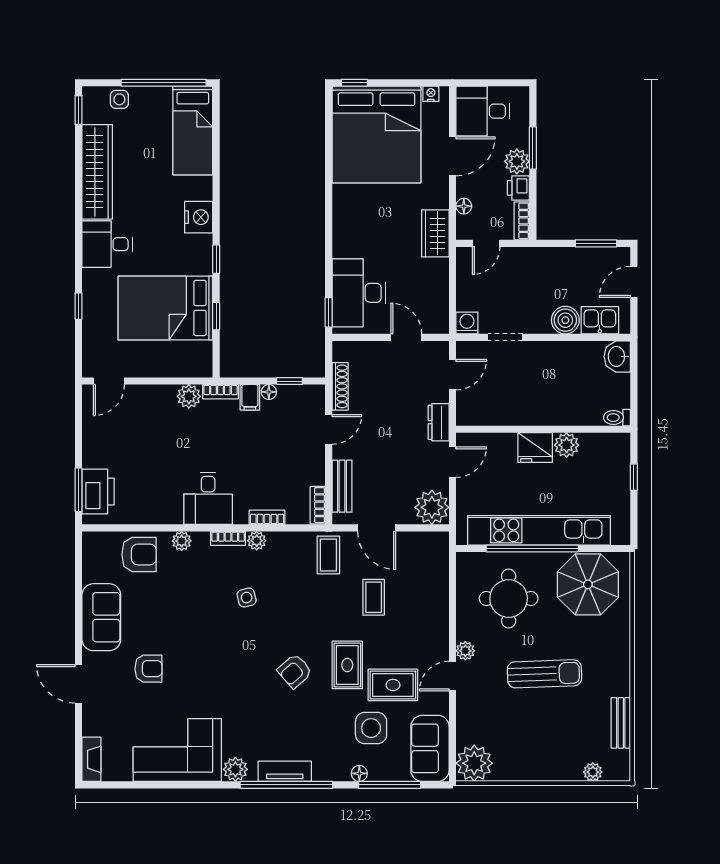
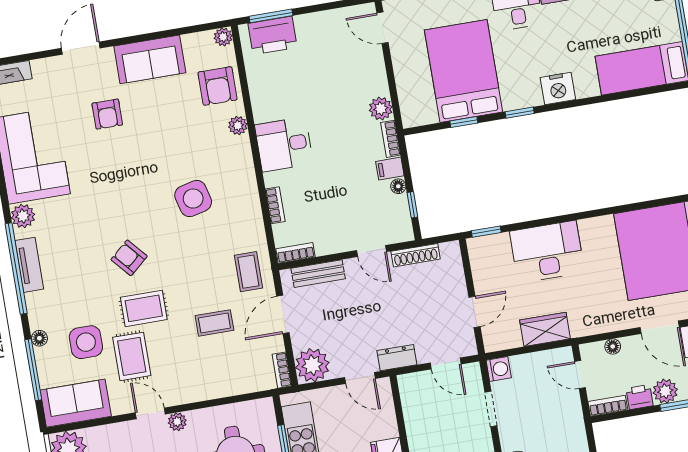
wardrobe: (435, 233) -> (545, 329), moved
desk: (359, 293) -> (547, 252), moved
bookcase: (228, 538) -> (282, 370), moved
plant: (257, 541) -> (223, 37), moved
coffee table: (328, 555) -> (248, 272), turned 90
side table: (247, 598) -> (193, 199), width x1.87, depth x1.87

